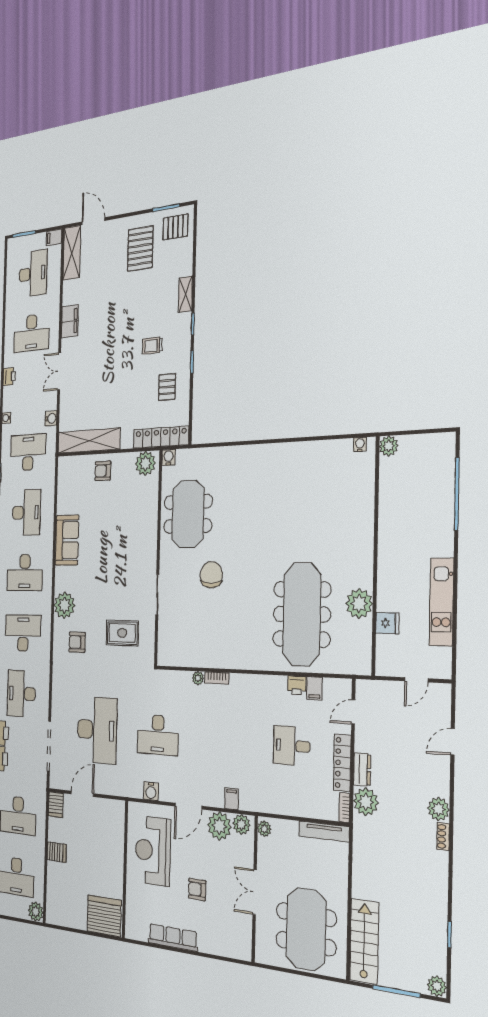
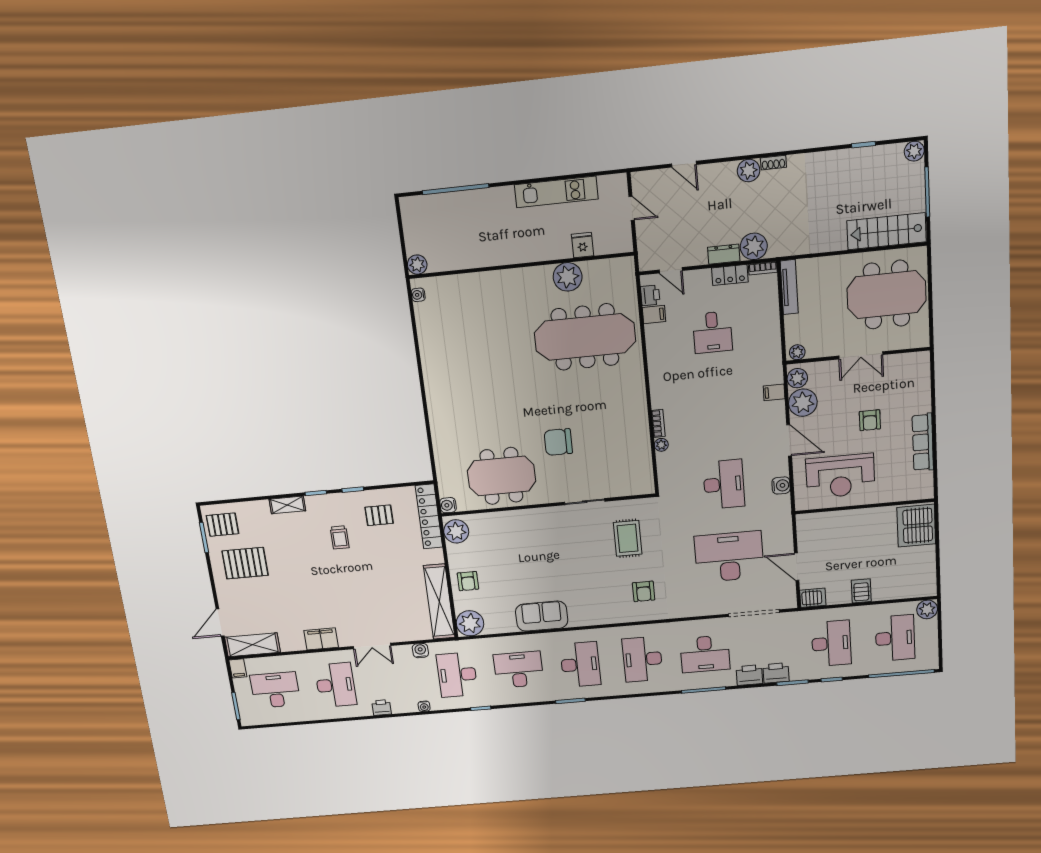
pallet: (175, 227) -> (223, 525), turned 90
plant: (64, 605) -> (470, 623), moved
printer: (297, 685) -> (650, 295), moved
locker: (342, 763) -> (730, 275), width x0.66

